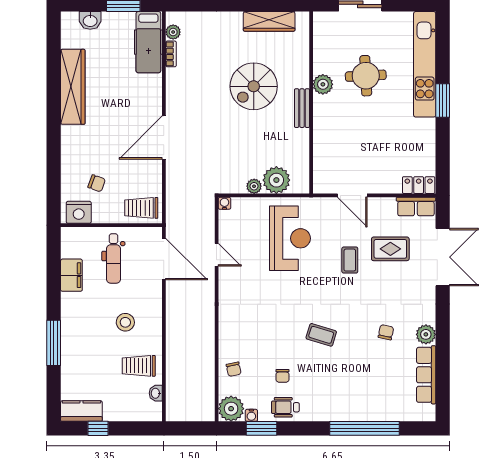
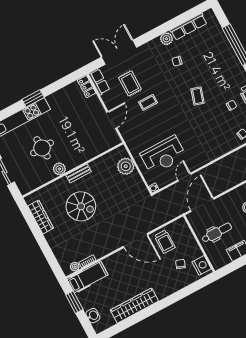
plant: (254, 186) -> (136, 177), removed
trolley: (141, 208) -> (165, 242), moved
reception desk: (290, 238) -> (163, 155), moved, turned 180

